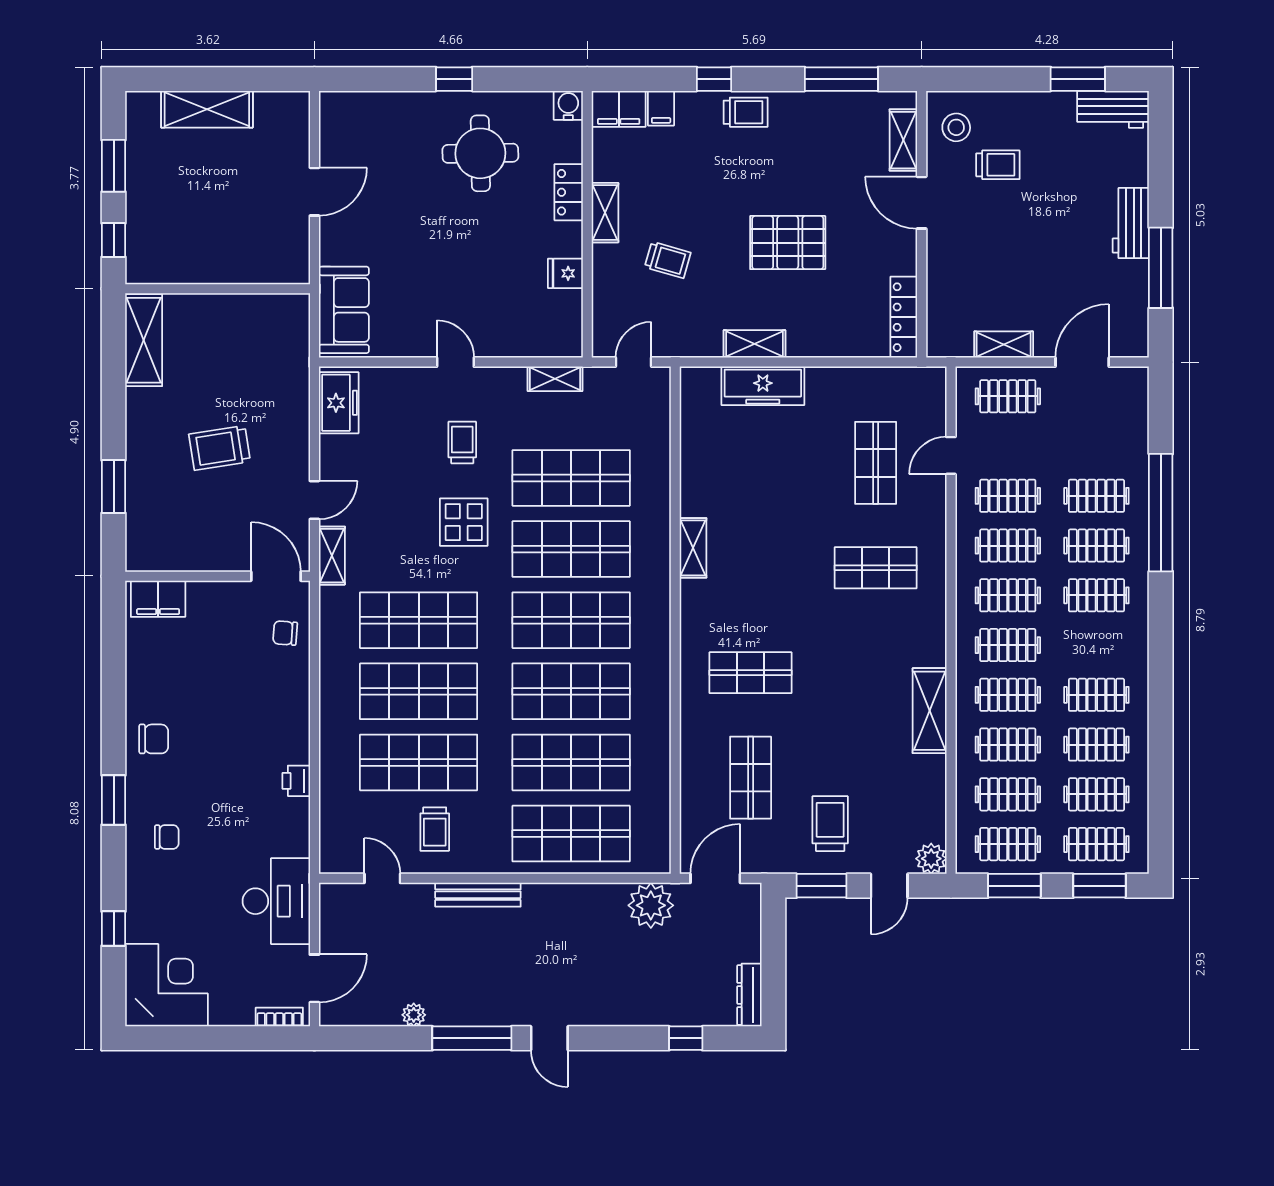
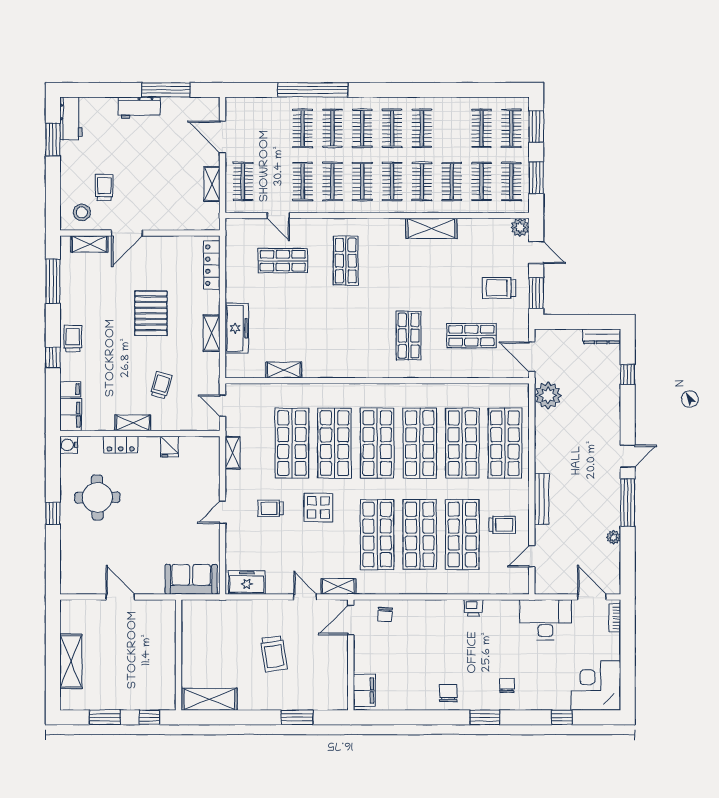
locker: (904, 317) -> (212, 265), moved, turned 90
shelving: (693, 548) -> (284, 370), moved
clothes rail: (1096, 745) -> (392, 128), moved

